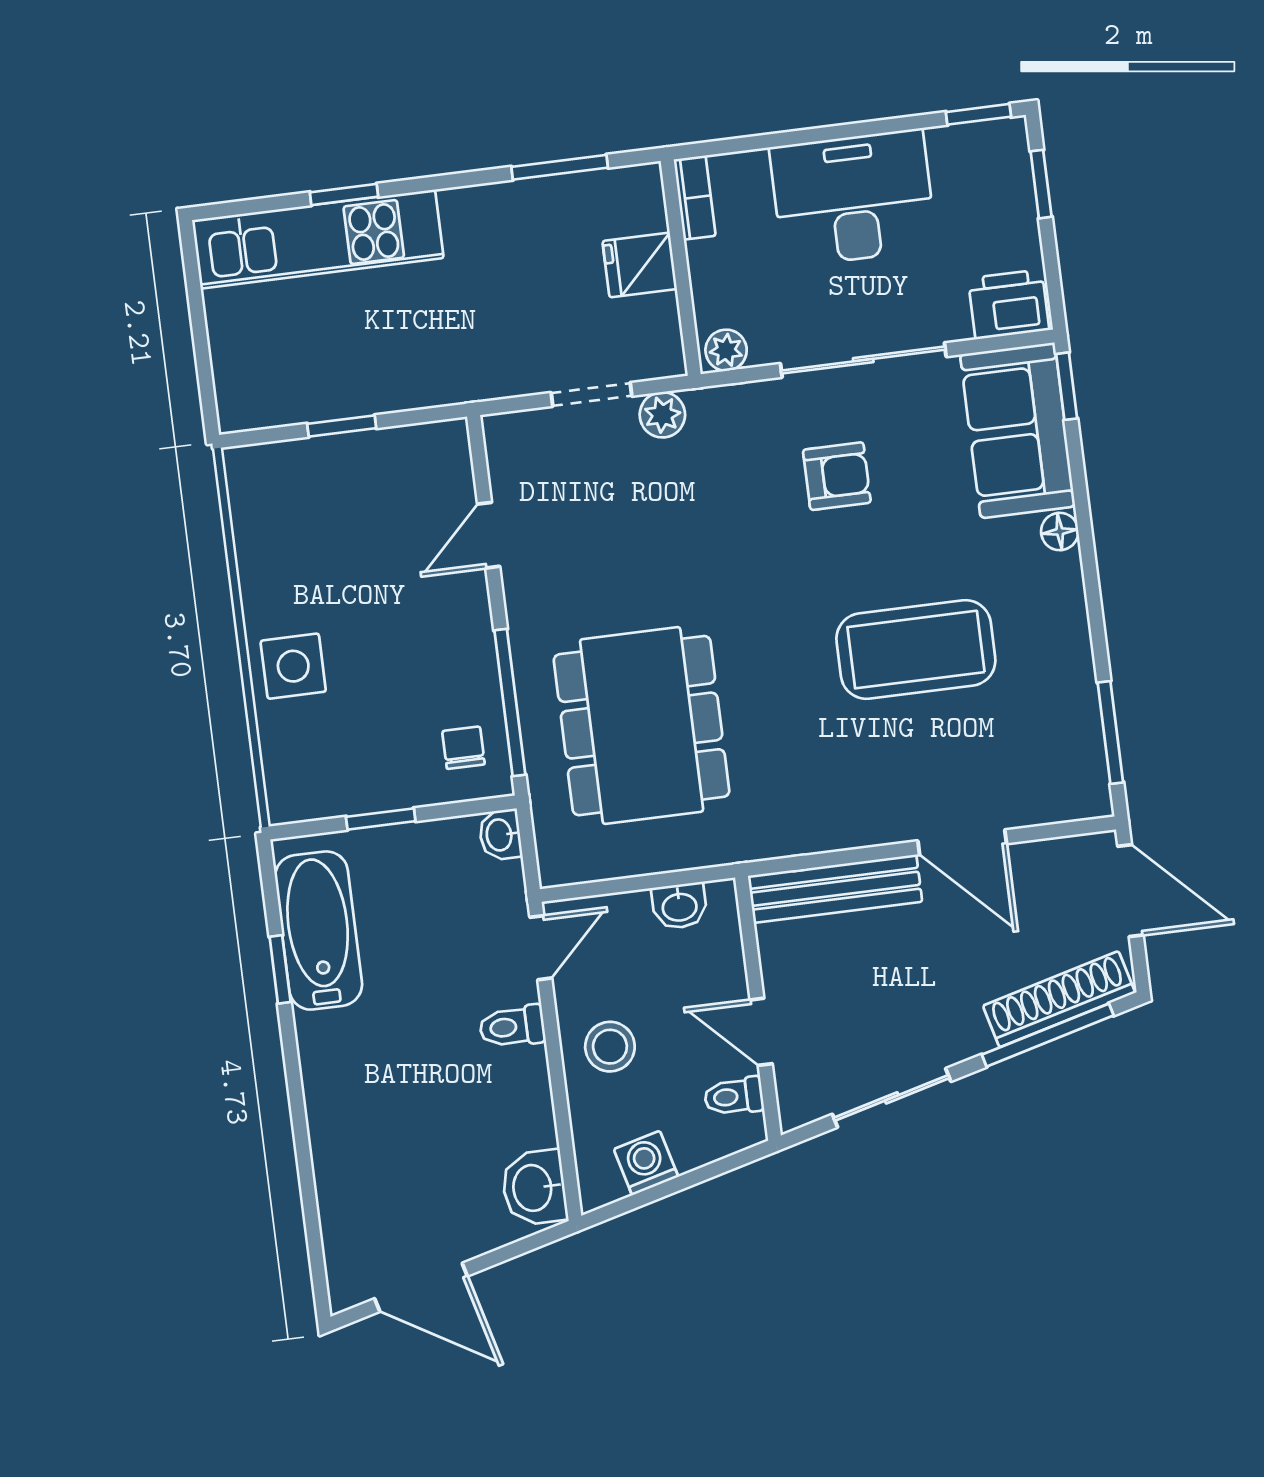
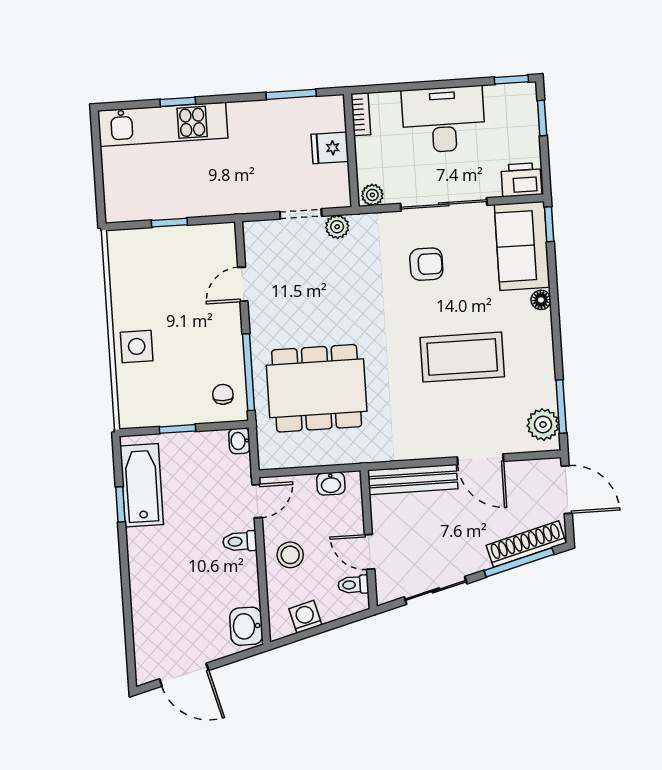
dining table: (642, 726) -> (317, 388), turned 90
plant: (1078, 769) -> (543, 424), added

